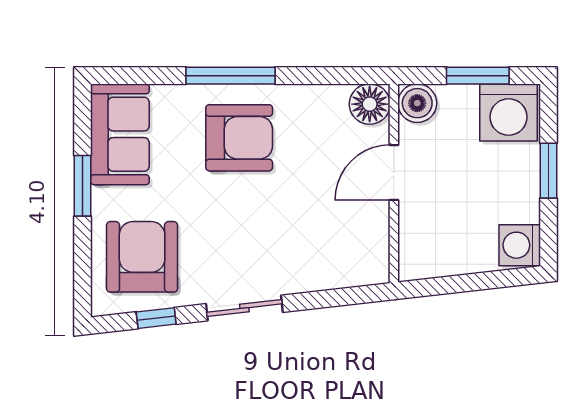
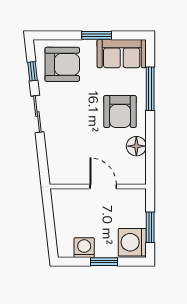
window: (230, 76) -> (150, 89), moved
boiler: (417, 103) -> (137, 198), removed
floor lamp: (370, 104) -> (136, 146), moved
washing machine: (520, 245) -> (84, 248), moved

